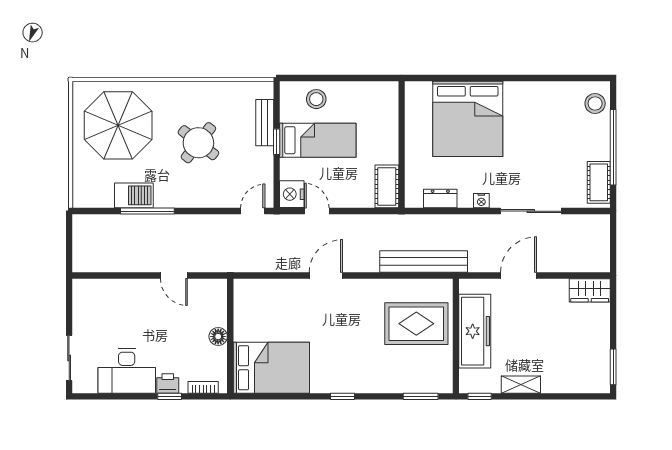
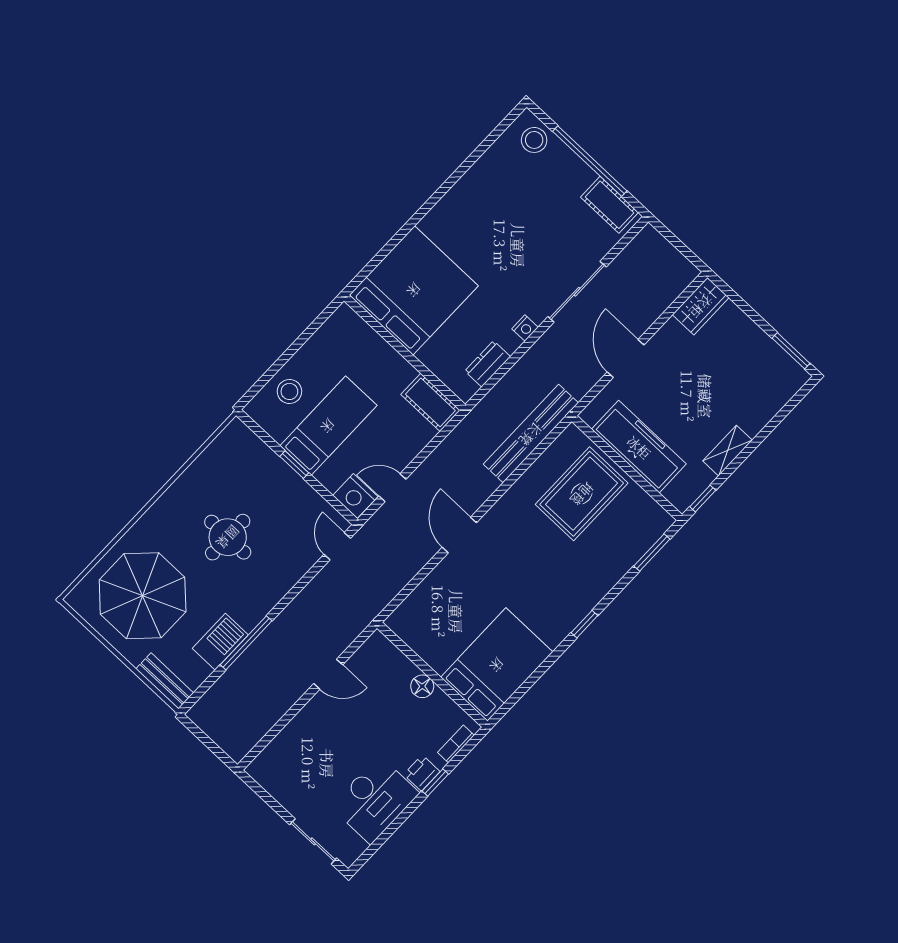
bed: (468, 119) -> (414, 290), moved, turned -90
bench: (265, 123) -> (165, 681), moved
round table: (198, 143) -> (228, 537), turned -38

